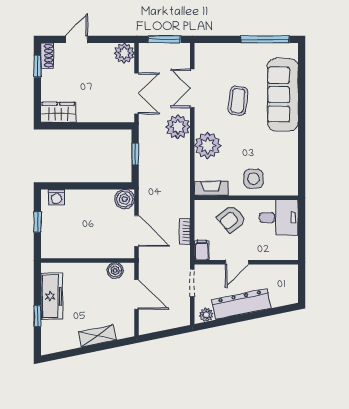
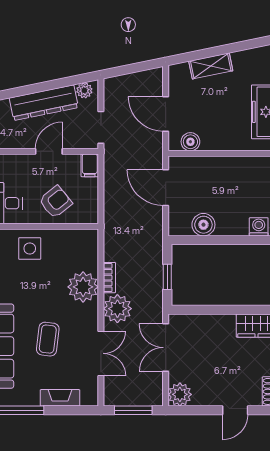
fireplace: (211, 188) -> (60, 398), moved, turned 180
boiler: (125, 199) -> (203, 225), moved
bookcase: (185, 232) -> (109, 278), moved

